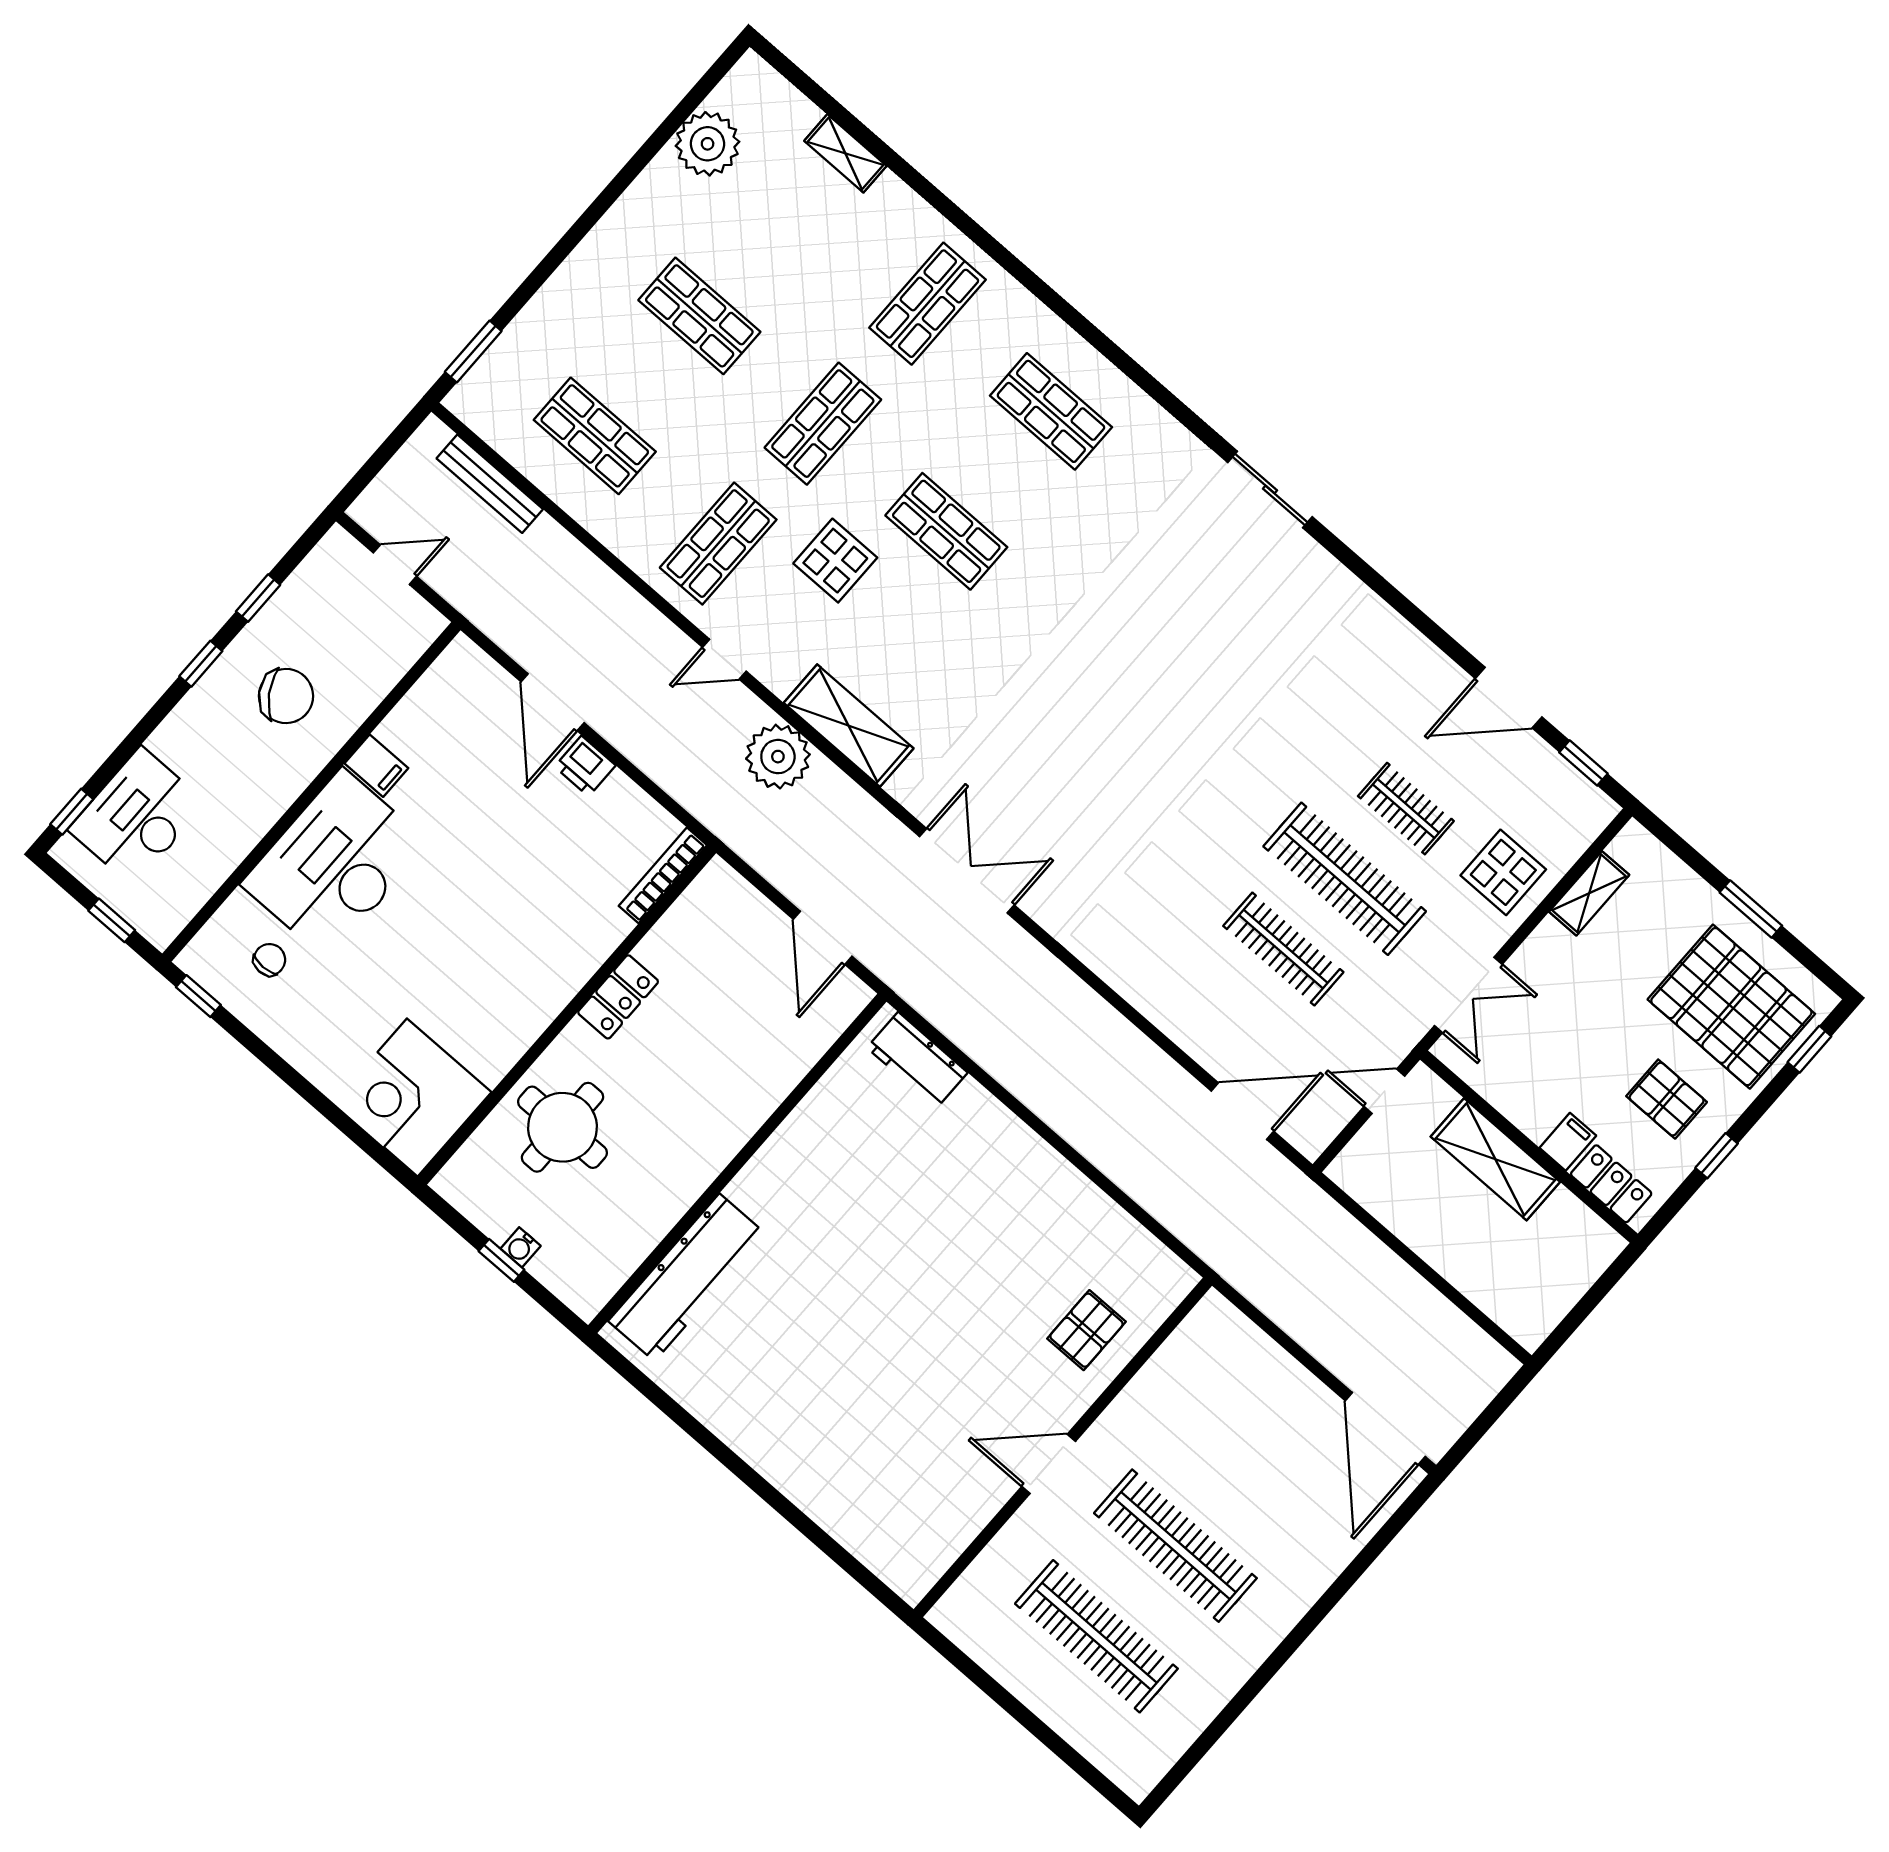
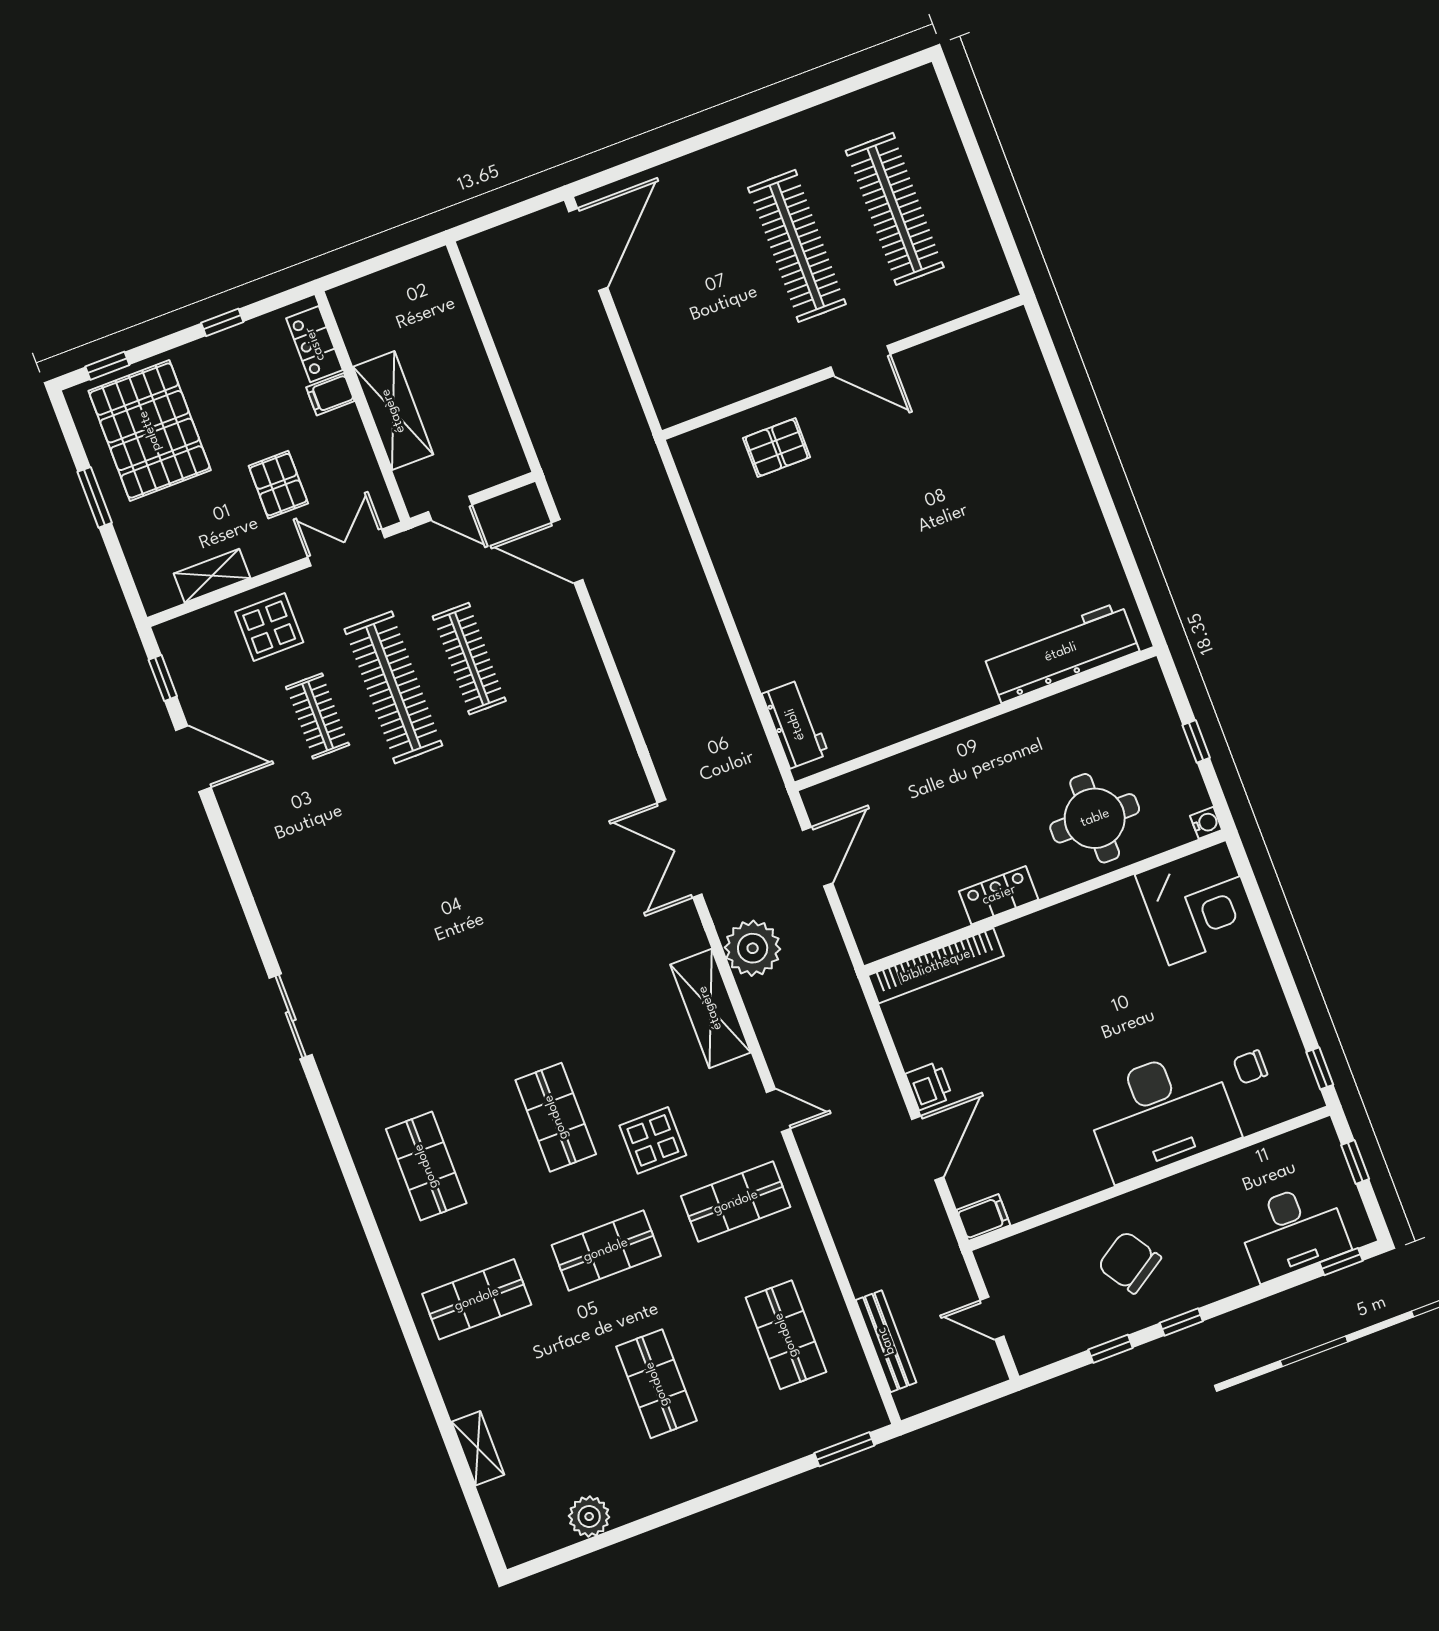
plant: (708, 144) -> (589, 1516), width x0.73, depth x0.73
plant: (778, 757) -> (753, 948), moved
filing cabinet: (376, 766) -> (983, 1218), moved, turned 90
bookcase: (663, 875) -> (936, 966), width x1.48, depth x1.31
pallet: (1667, 1099) -> (278, 485), moved
water cooler: (521, 1247) -> (1206, 823), moved

